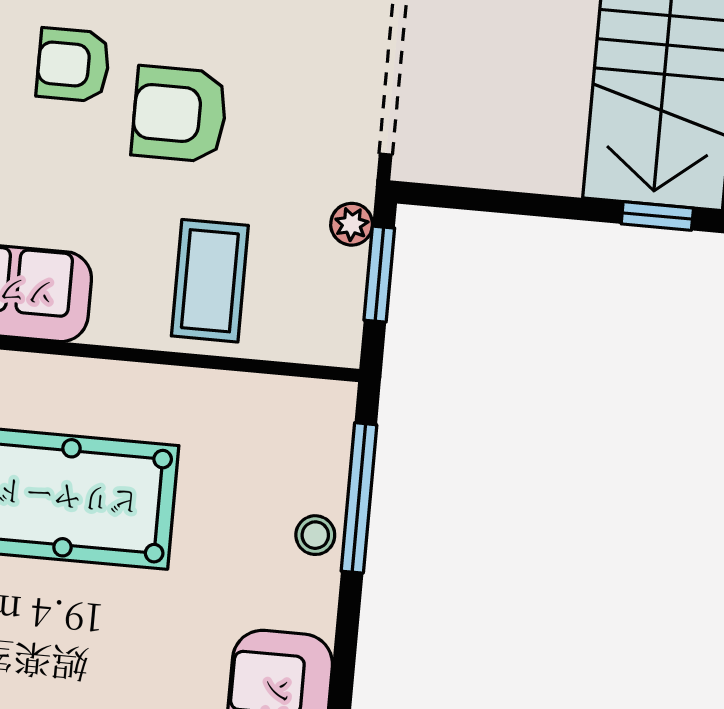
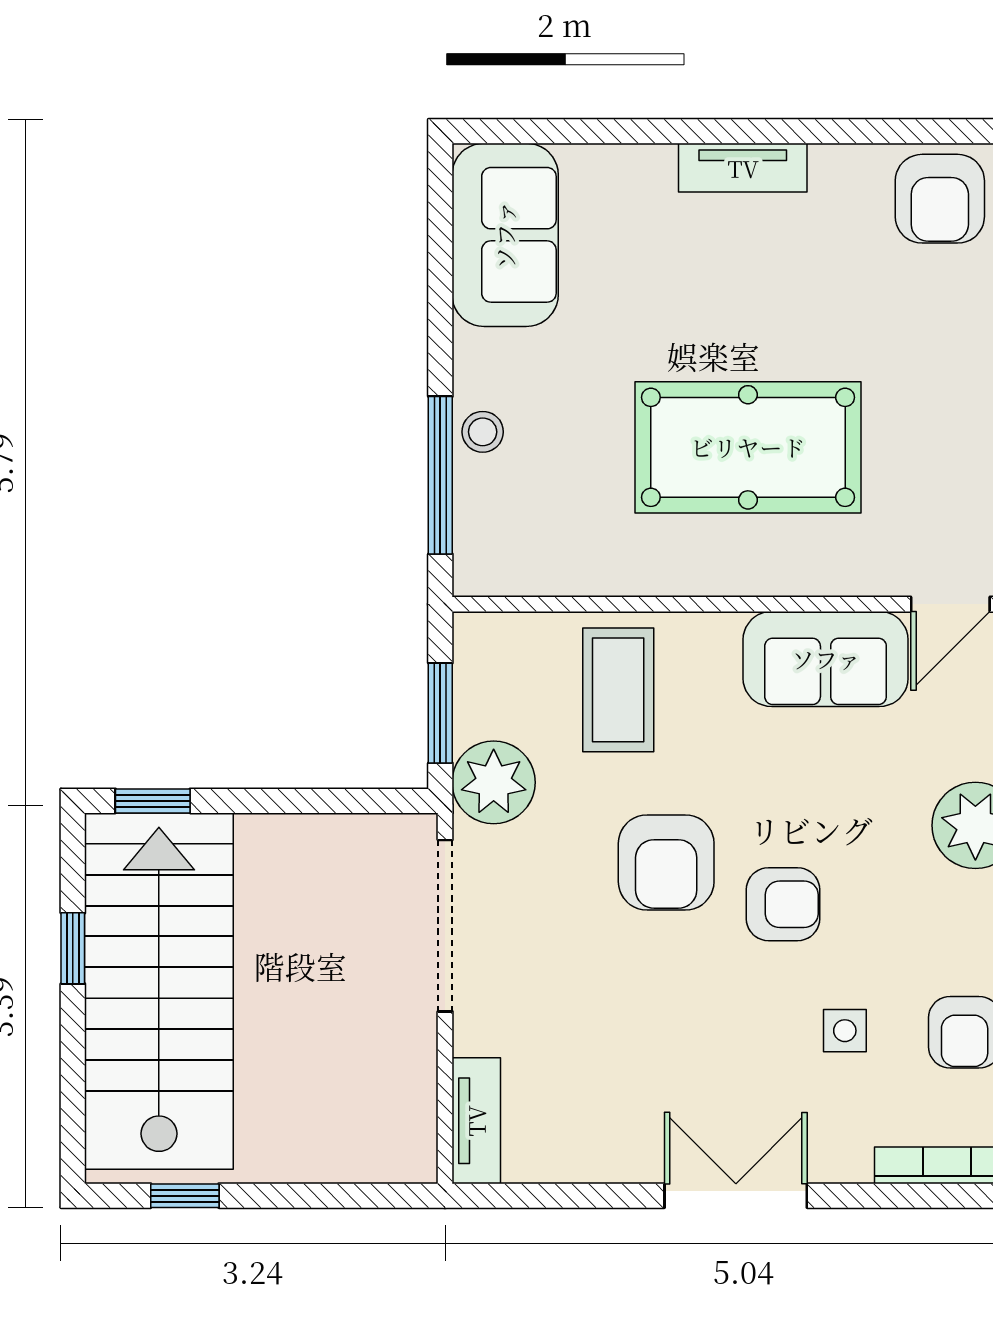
armchair: (180, 114) -> (666, 862), turned 90
plant: (352, 224) -> (494, 782), width x1.87, depth x1.87

